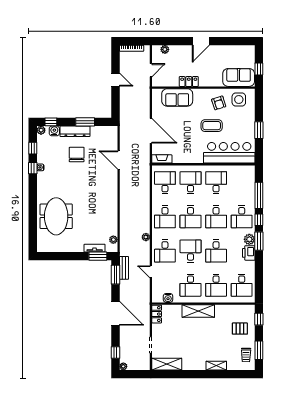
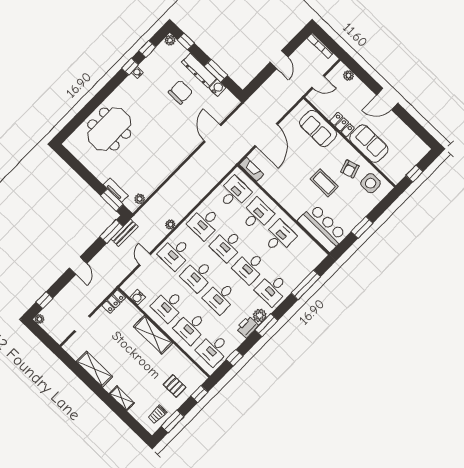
sofa: (239, 77) -> (369, 144), moved
water cooler: (54, 131) -> (217, 88), moved
bar counter: (229, 153) -> (322, 228), width x0.73
window: (259, 220) -> (235, 358), moved
desk: (190, 251) -> (198, 275), turned 180
door: (115, 313) -> (78, 266), width x0.53
shelving: (167, 364) -> (95, 369), moved

